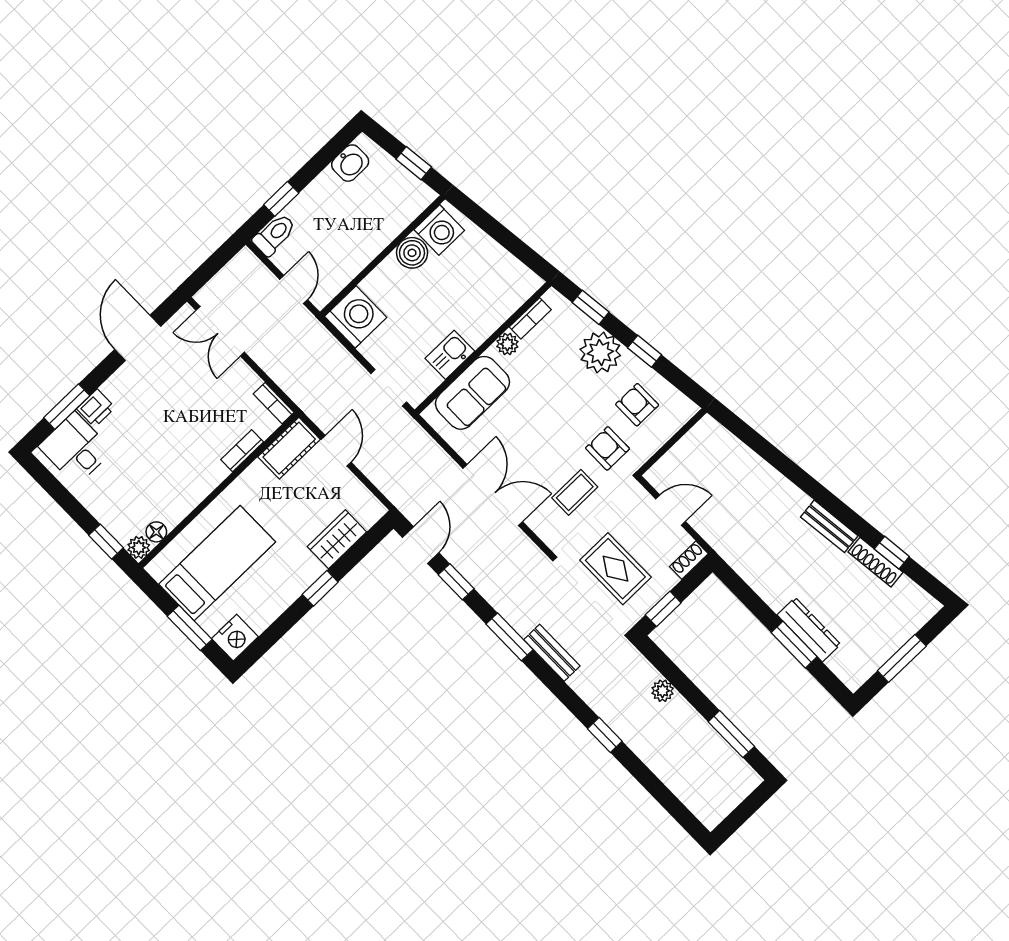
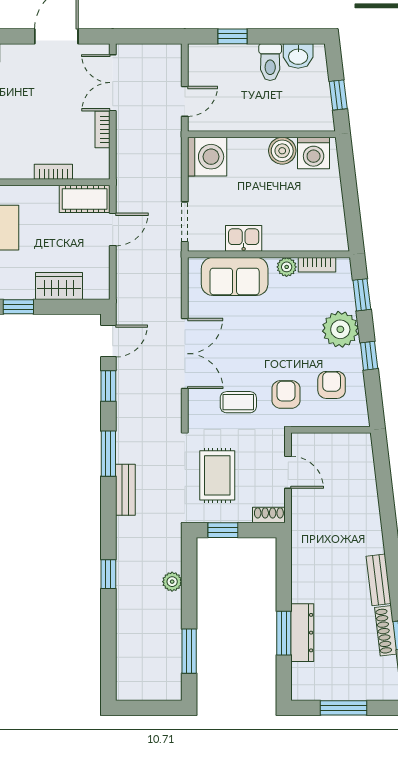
toilet: (274, 235) -> (270, 62), moved, turned 90
bookcase: (274, 403) -> (102, 129), moved

